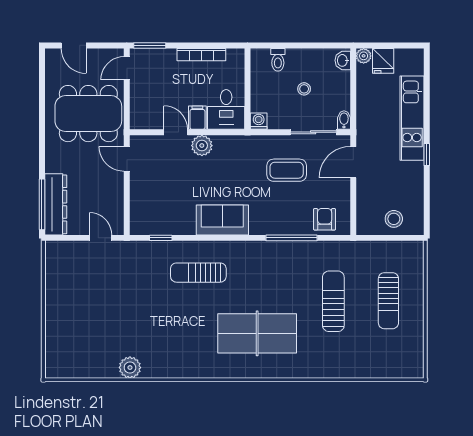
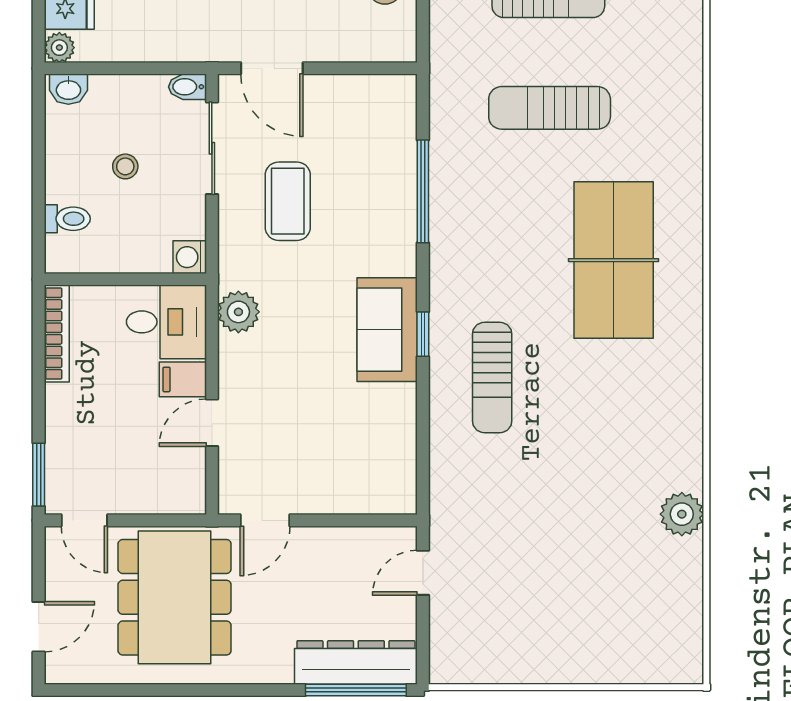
bookcase: (201, 55) -> (57, 334), moved
plant: (202, 146) -> (238, 312), moved
armchair: (325, 219) -> (386, 125), removed
window: (161, 238) -> (423, 334), moved

